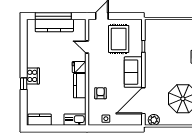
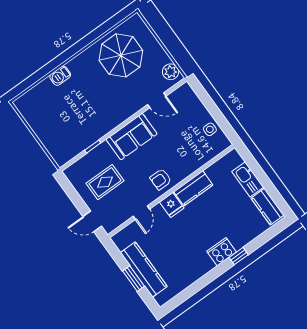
window: (53, 16) -> (134, 279), width x0.47
rug: (119, 39) -> (105, 182), width x0.73, depth x0.70
armchair: (100, 93) -> (161, 179), moved
door: (143, 101) -> (157, 100), width x0.53
kitchen sink: (75, 120) -> (248, 179), moved

